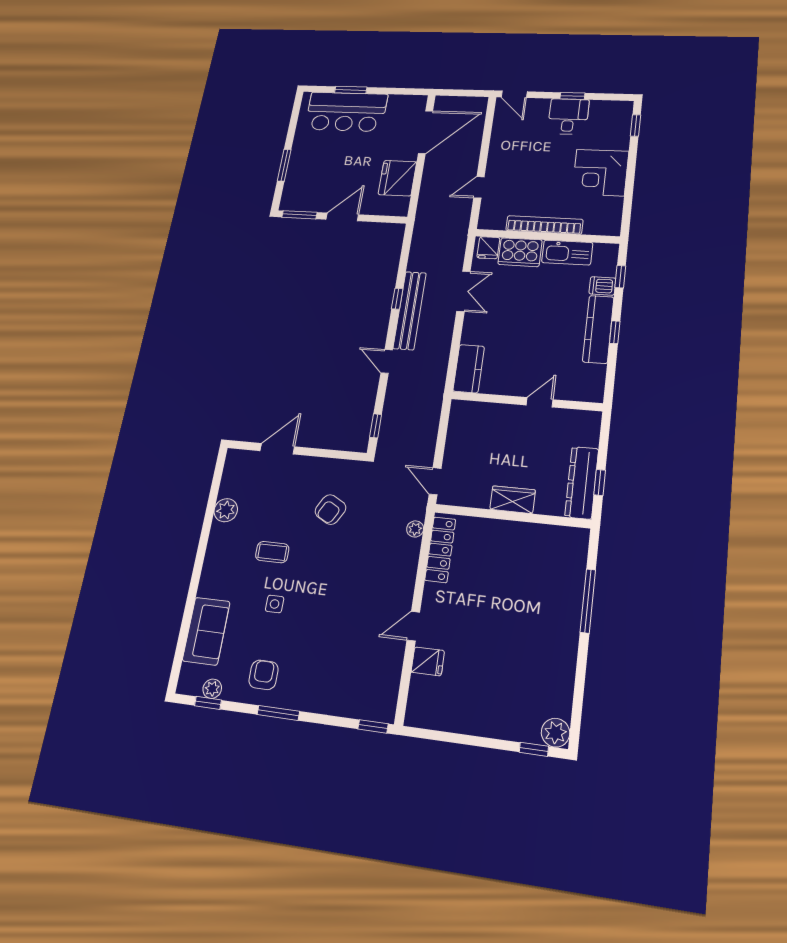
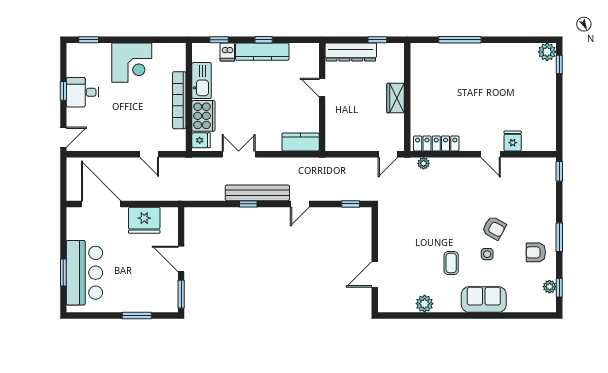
door: (277, 449) -> (375, 274), hinge flipped
dresser: (582, 483) -> (351, 52), moved
armchair: (330, 510) -> (494, 228), moved
sofa: (206, 631) -> (484, 299), moved

